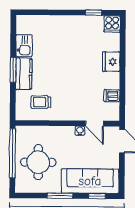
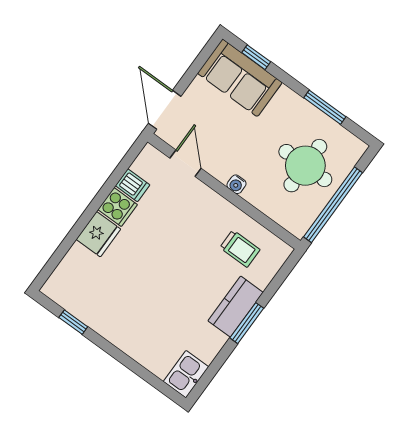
cooker: (112, 24) -> (118, 207), moved, turned 90
kitchen sink: (24, 46) -> (186, 374), moved
water cooler: (80, 131) -> (236, 184), moved
sofa: (90, 181) -> (240, 78), width x0.73
window: (60, 196) -> (325, 107), moved

